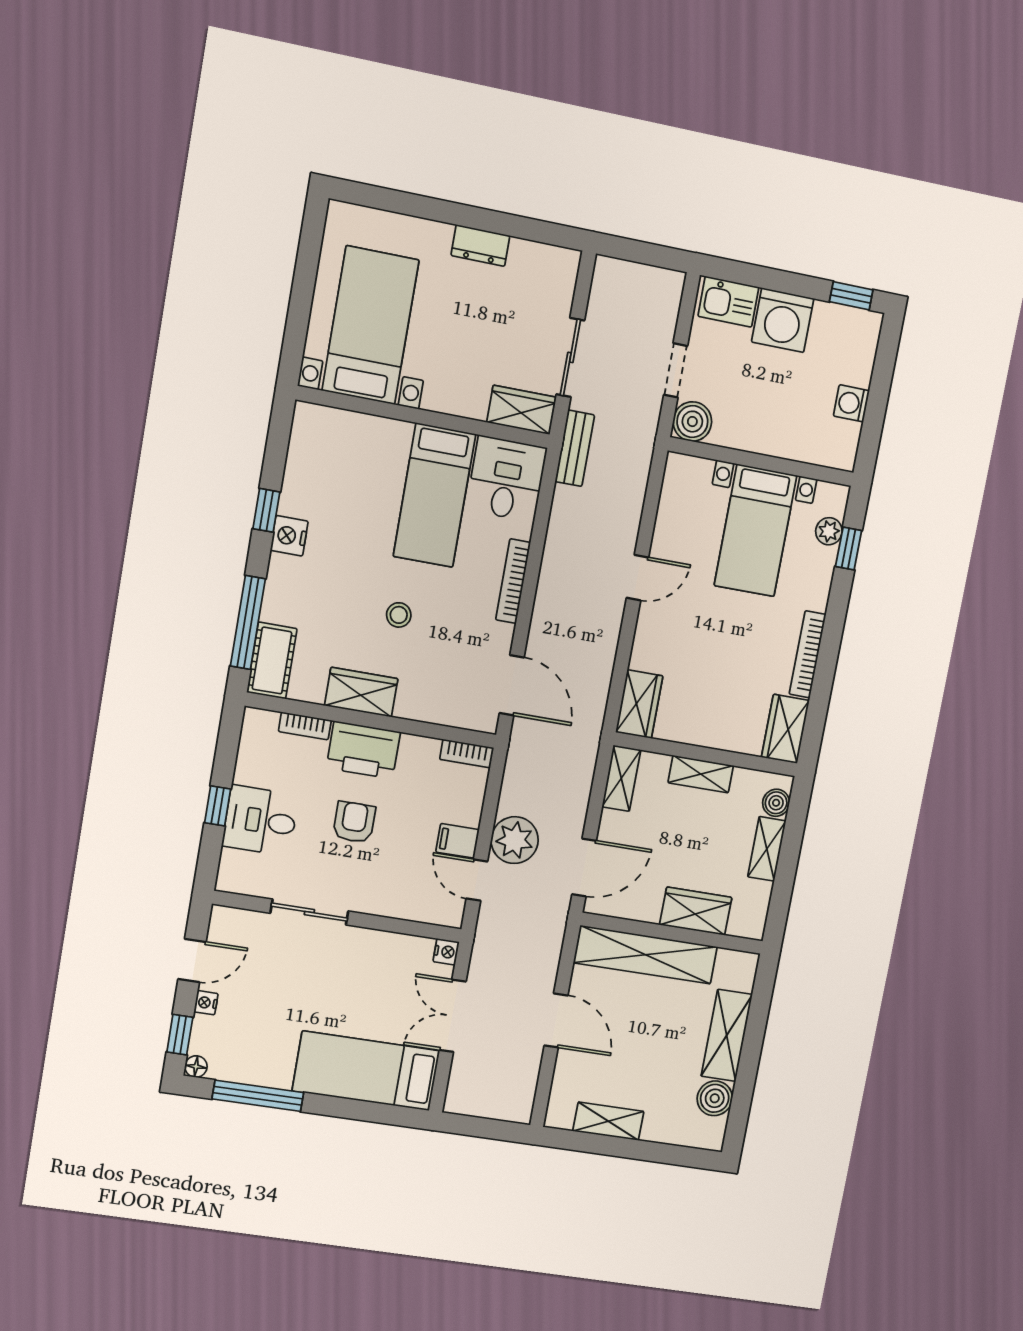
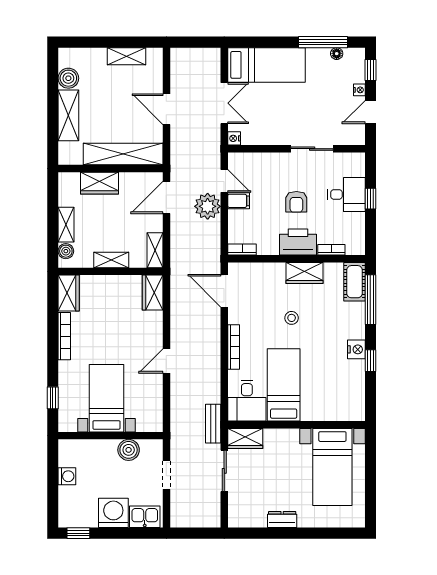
boiler: (692, 422) -> (129, 450), moved
plant: (829, 531) -> (66, 405), removed
floor lamp: (196, 1067) -> (337, 54), moved

